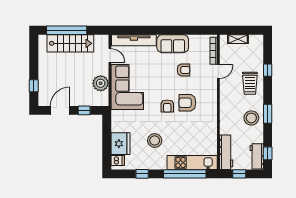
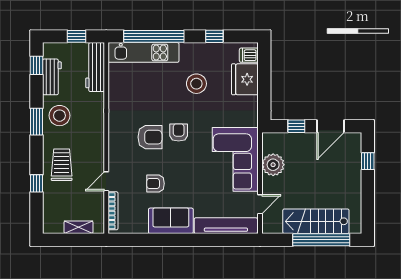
door: (110, 55) -> (260, 204), swing flipped
workbench: (257, 156) -> (52, 77), moved

